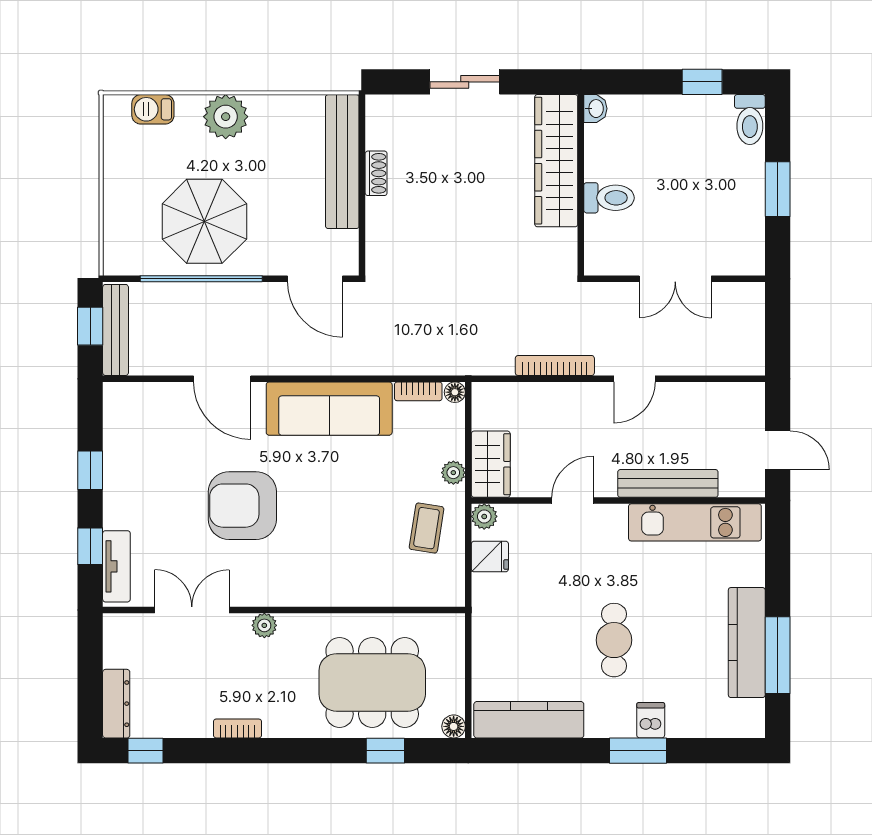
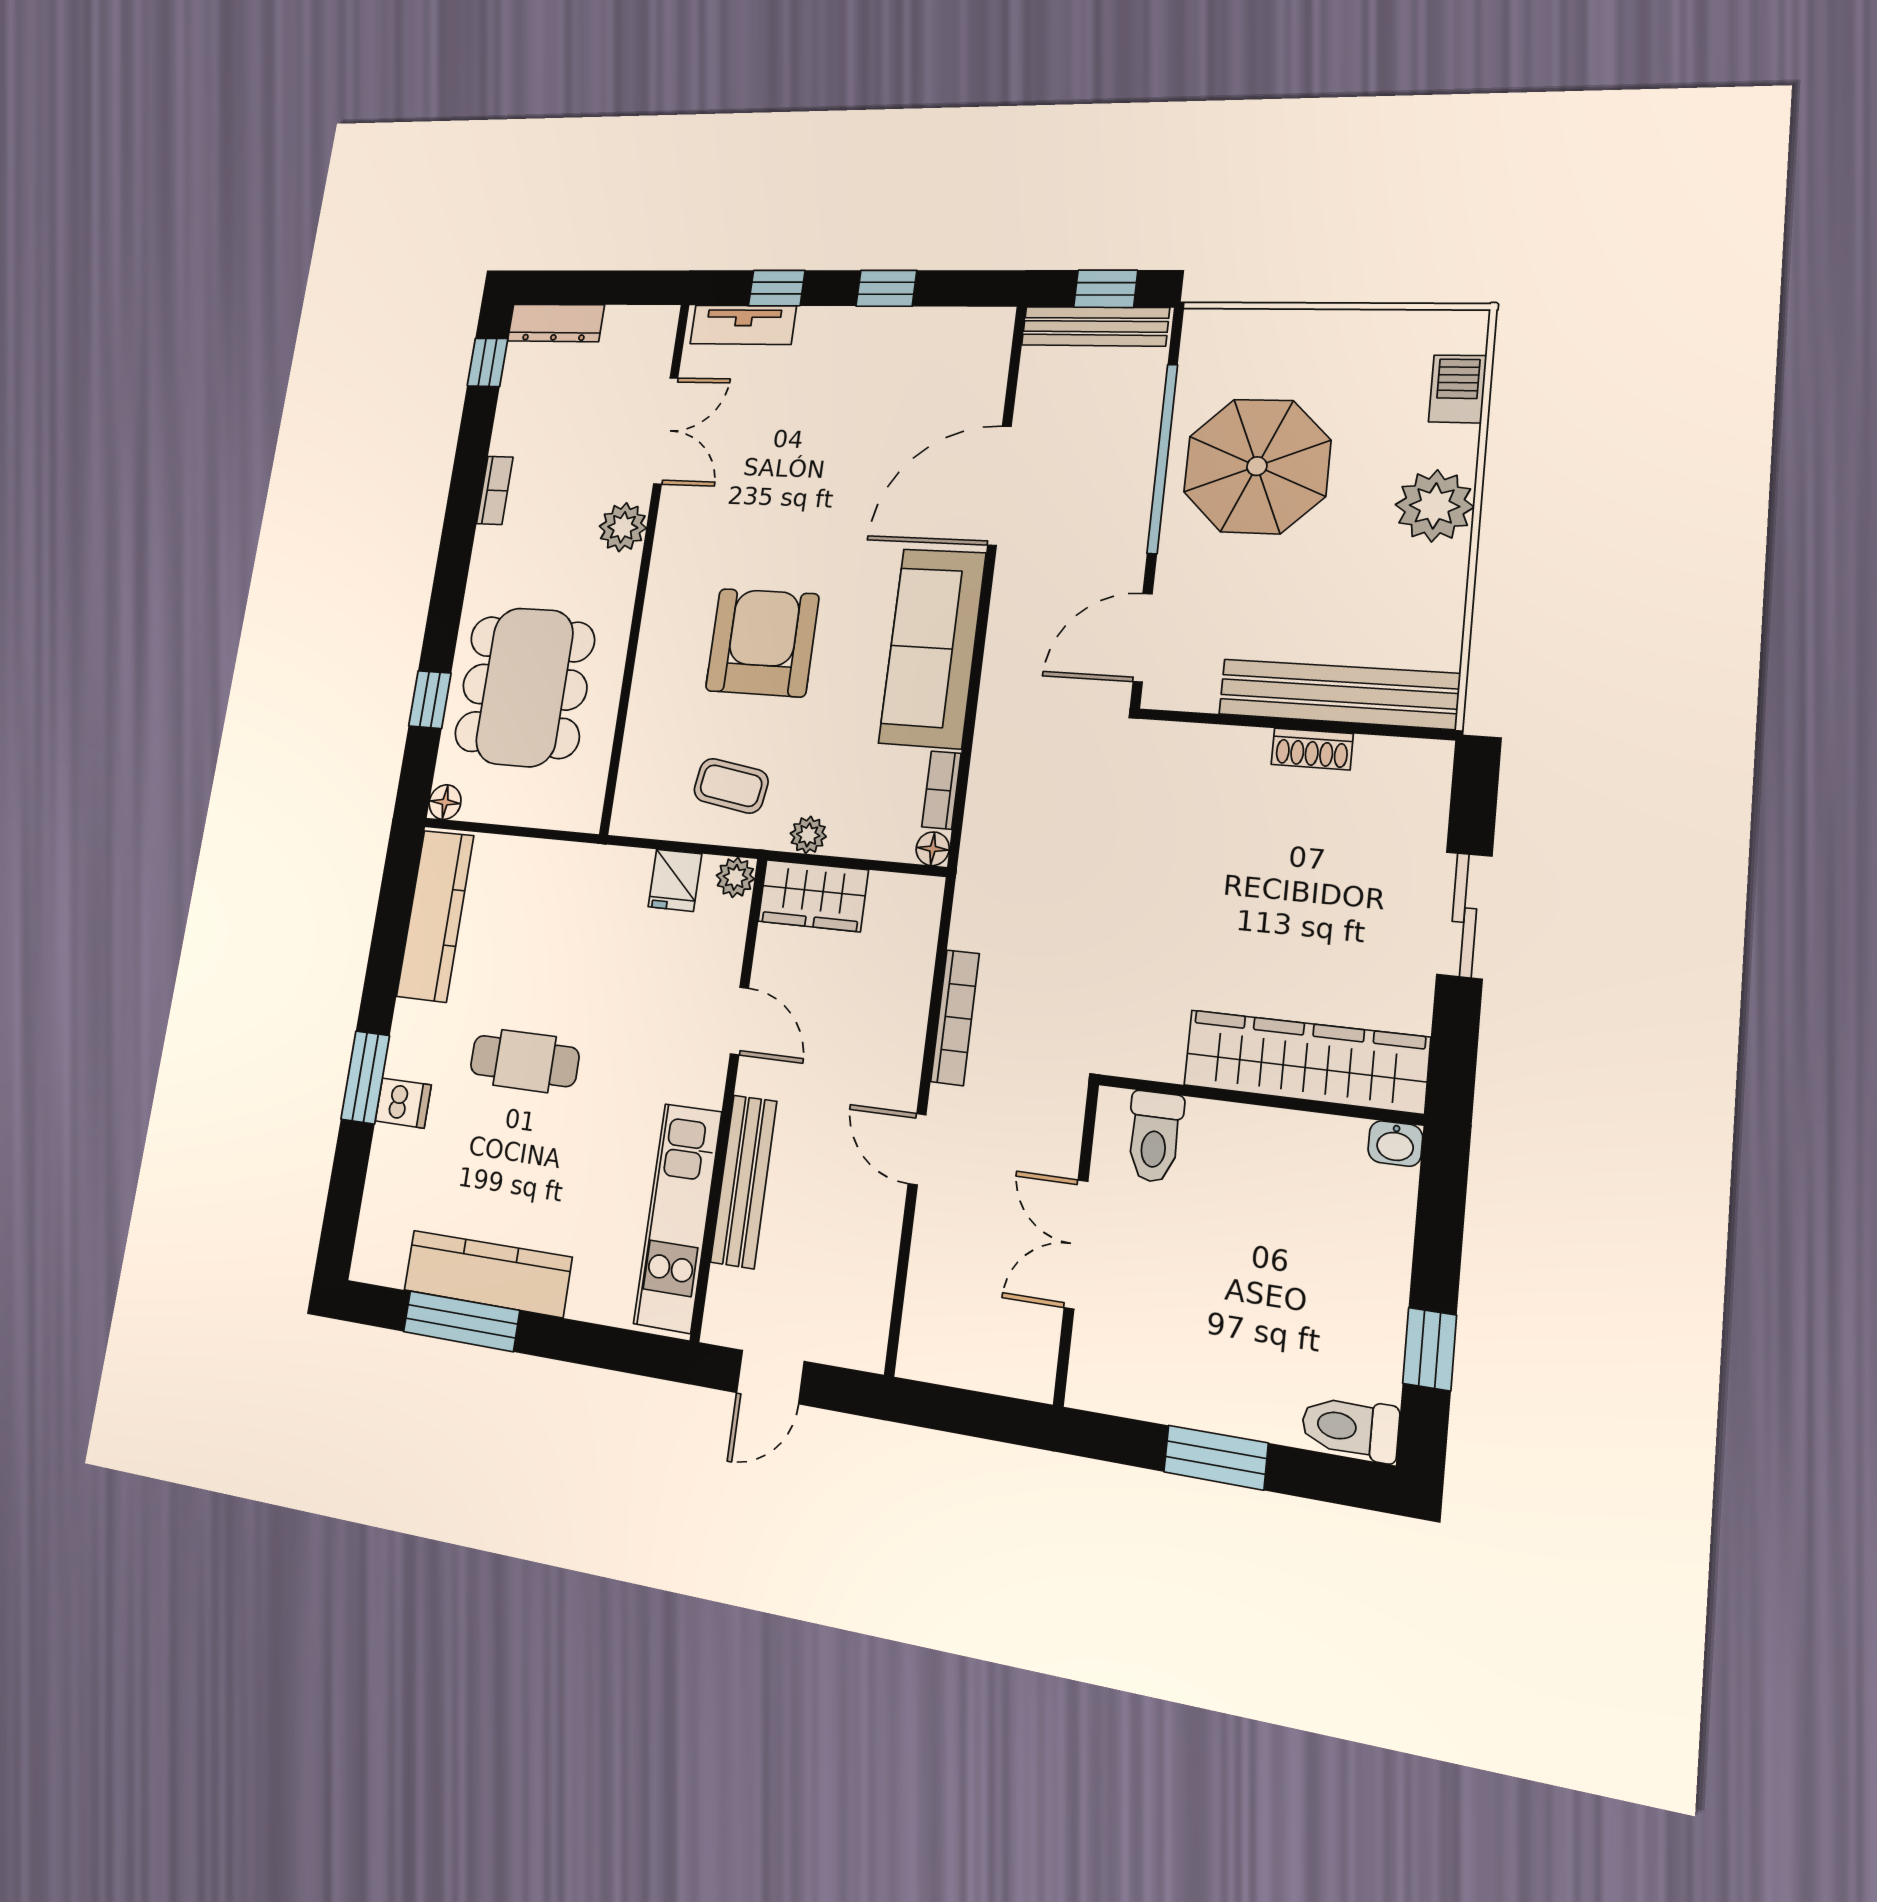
toilet: (609, 198) -> (1154, 1137), moved
door: (222, 379) -> (999, 486), width x1.36
armchair: (242, 506) -> (762, 642), moved
plant: (264, 625) -> (623, 527), width x1.38, depth x1.38

